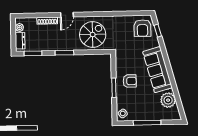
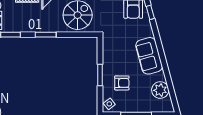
sofa: (157, 70) -> (149, 56), width x0.73
armchair: (130, 81) -> (122, 83), moved

